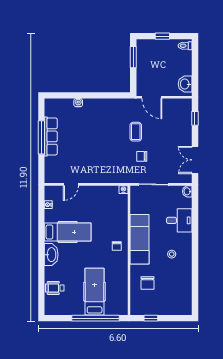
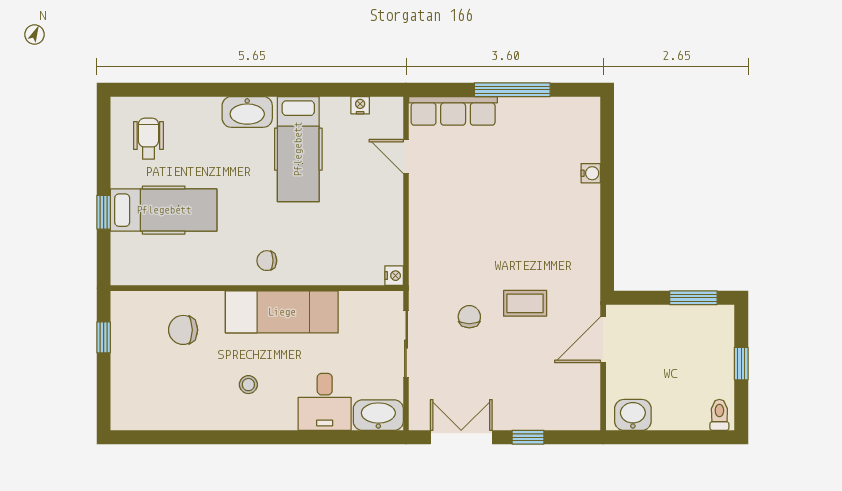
window: (195, 118) -> (528, 437), moved
row of seats: (51, 136) -> (453, 111), moved
washbasin: (187, 191) -> (378, 415), width x1.91, depth x1.45
wheelchair: (55, 288) -> (148, 139), moved
window: (95, 318) -> (104, 212), width x0.32

